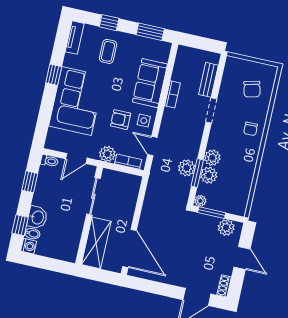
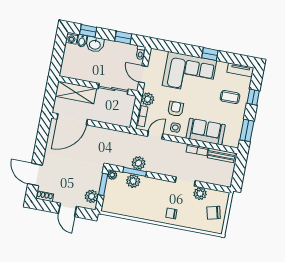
bench: (208, 80) -> (221, 155), moved
chair: (252, 89) -> (214, 213), moved
plant: (212, 158) -> (200, 194), moved
door: (242, 258) -> (67, 210), hinge flipped

